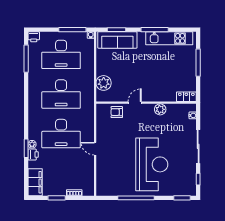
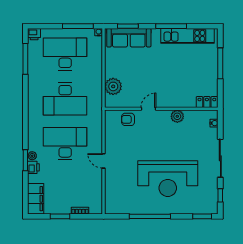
desk: (61, 54) -> (65, 54), turned 180
desk: (61, 134) -> (65, 144), turned 180
reception desk: (152, 164) -> (168, 179), turned 90

